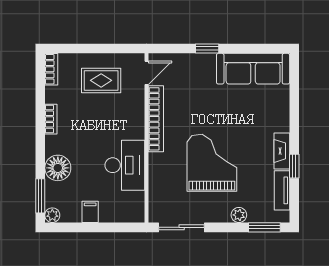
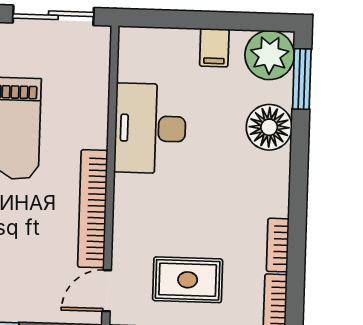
bookcase: (51, 119) -> (278, 245), moved
plant: (52, 215) -> (270, 55), width x1.87, depth x1.87

